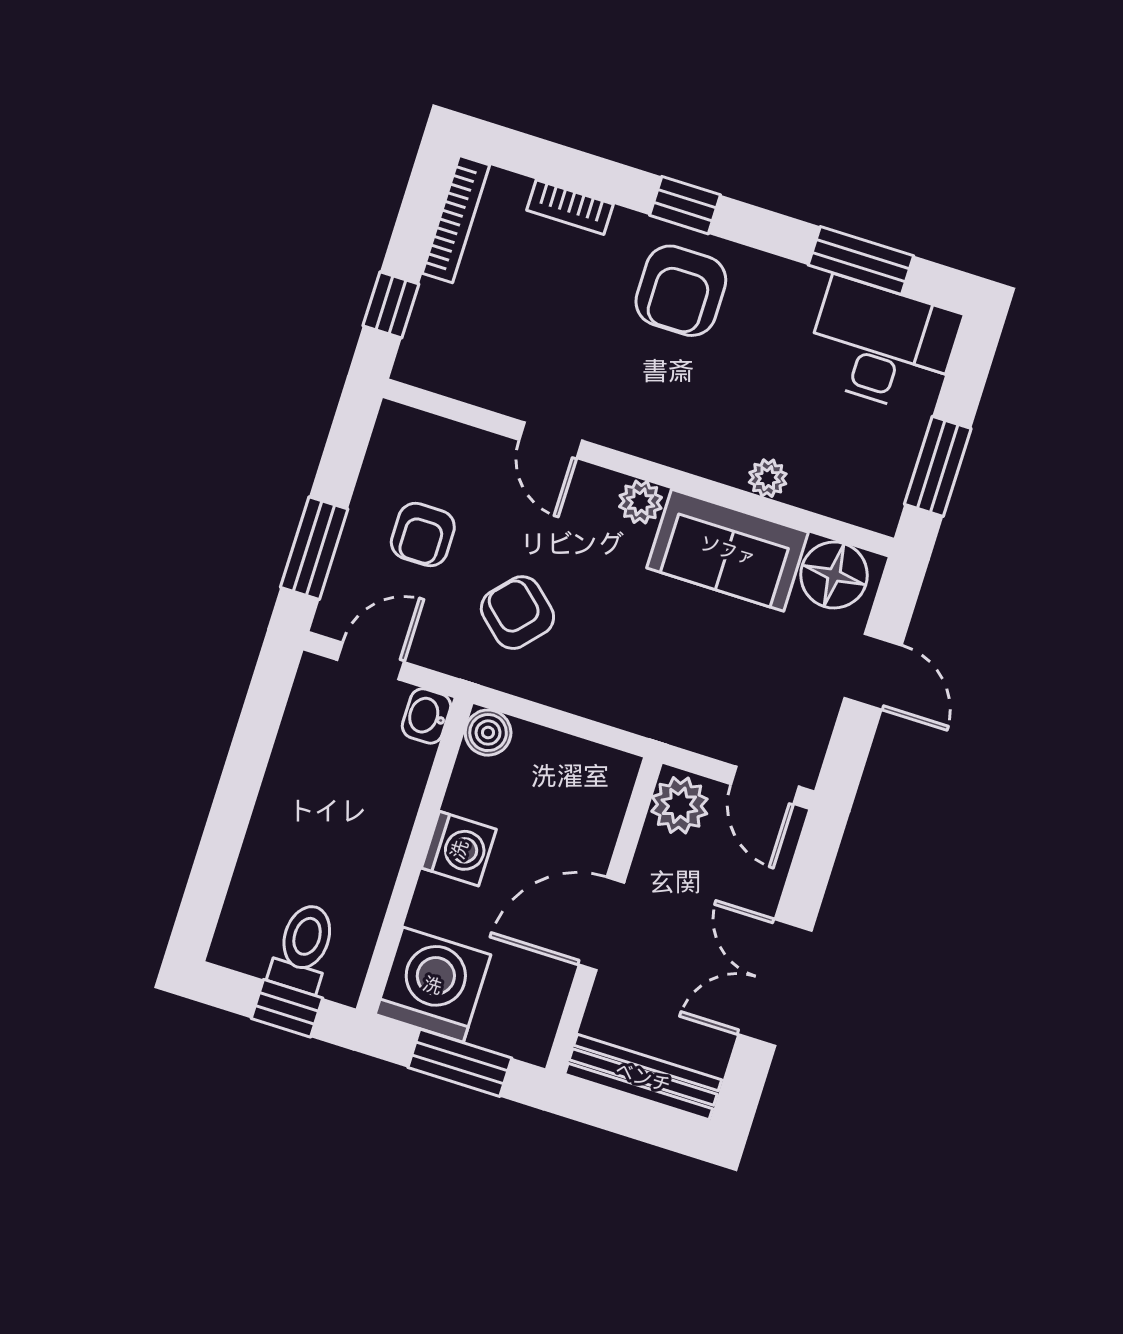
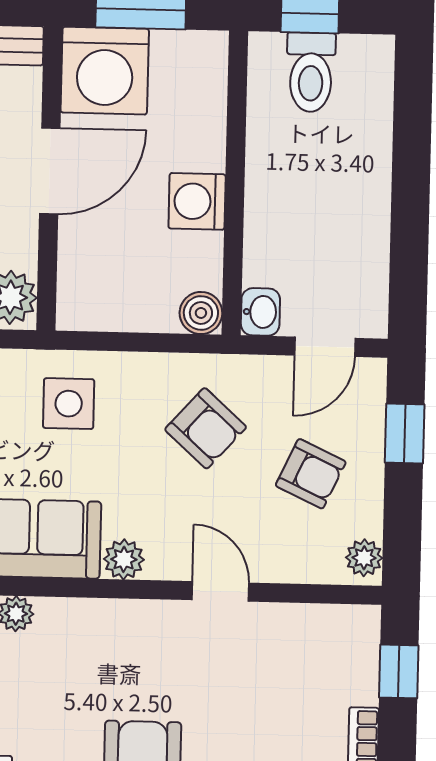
plant: (393, 432) -> (364, 558), added
armchair: (423, 535) -> (311, 474), turned 115
window: (314, 548) -> (405, 433), width x0.67
side table: (651, 679) -> (69, 404), added
washing machine: (433, 985) -> (105, 71), moved

